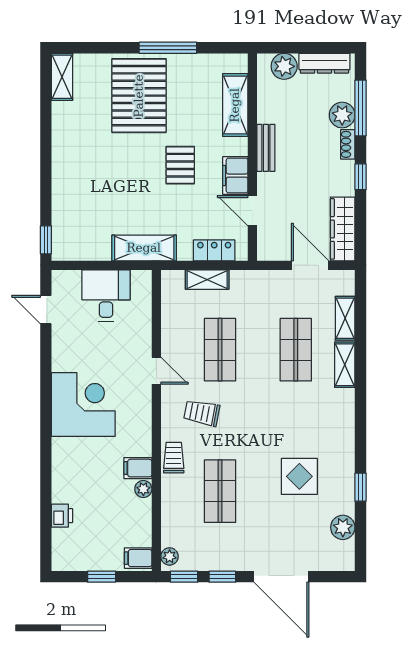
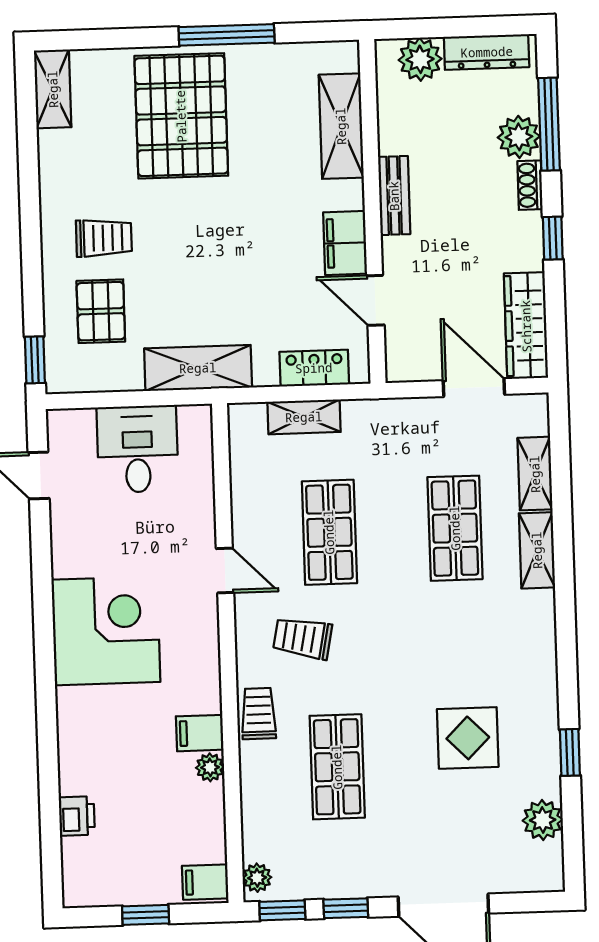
pallet: (180, 165) -> (101, 311), moved
trolley: (90, 168) -> (104, 238), added

